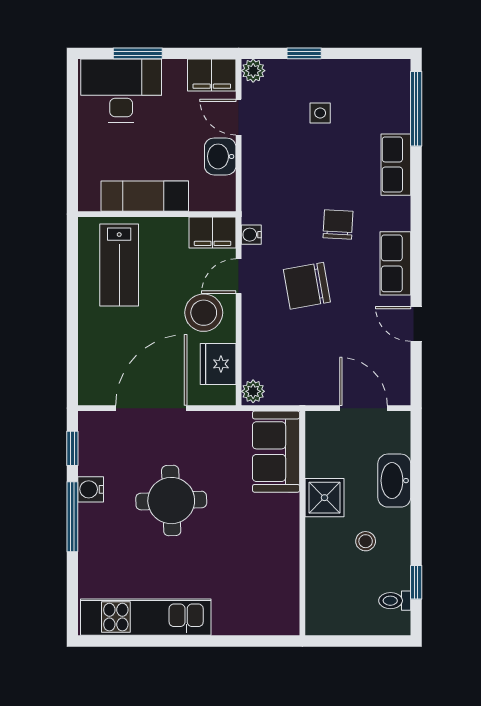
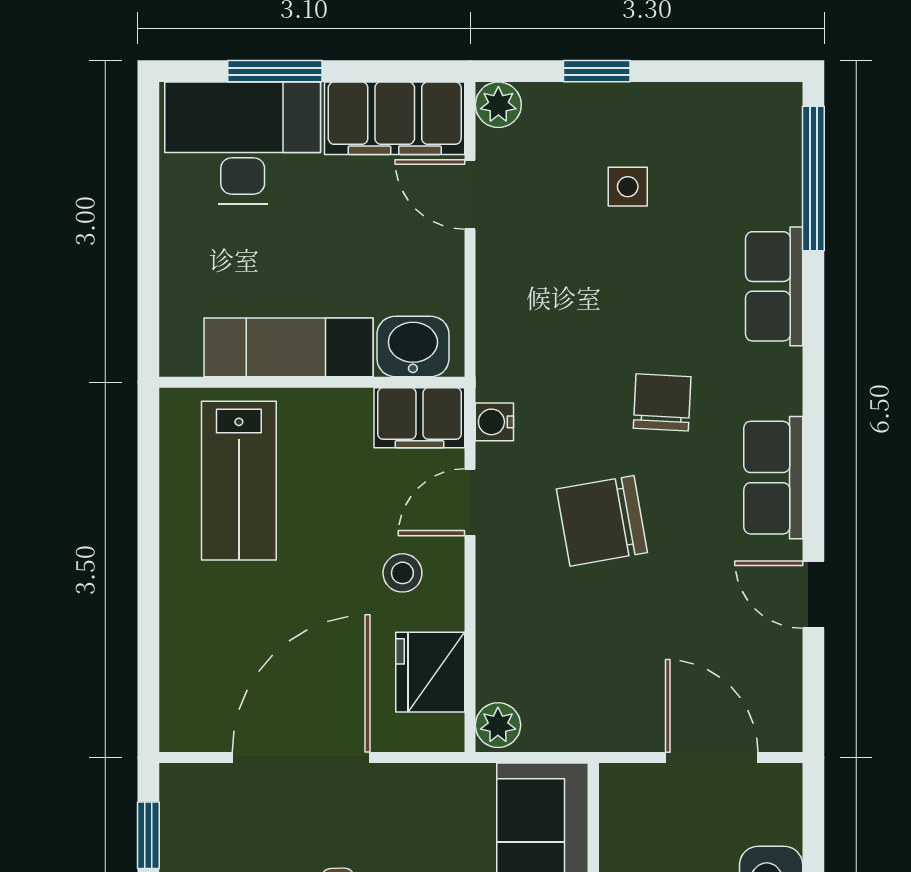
filing cabinet: (212, 75) -> (395, 118), width x1.50, depth x1.17
washbasin: (220, 156) -> (413, 346), moved, turned 90
stool: (204, 313) -> (402, 573), width x0.53, depth x0.53

